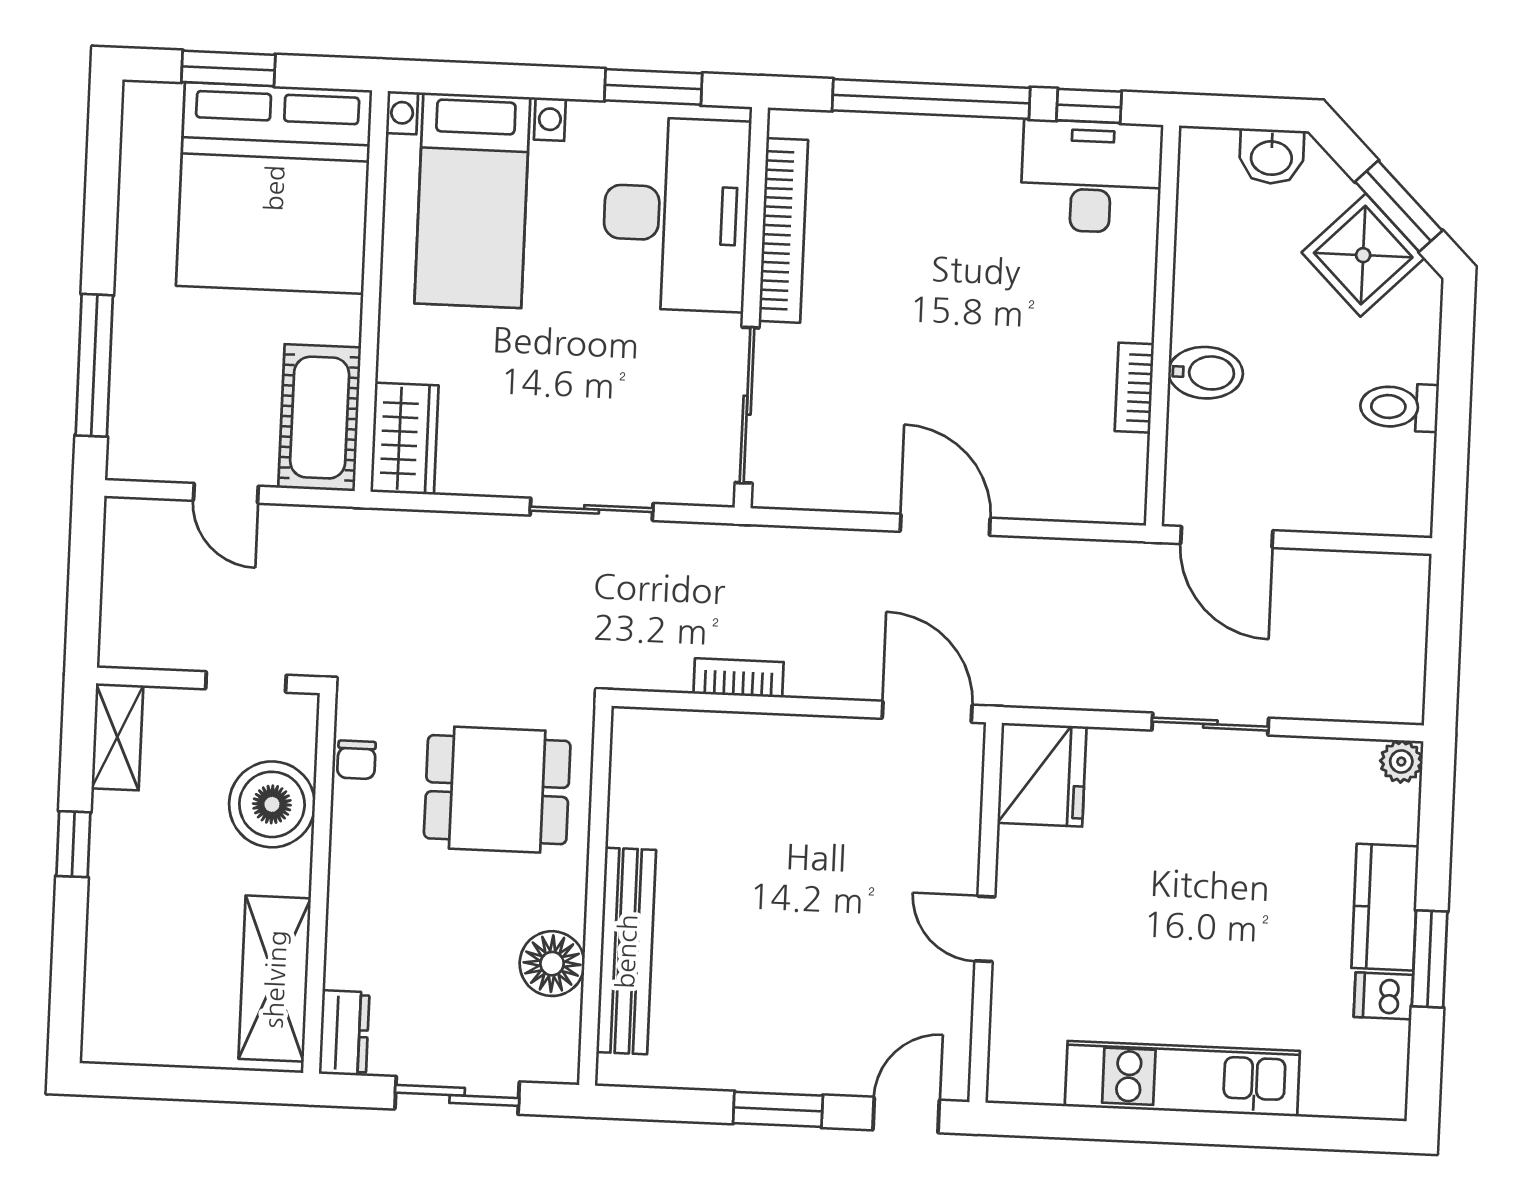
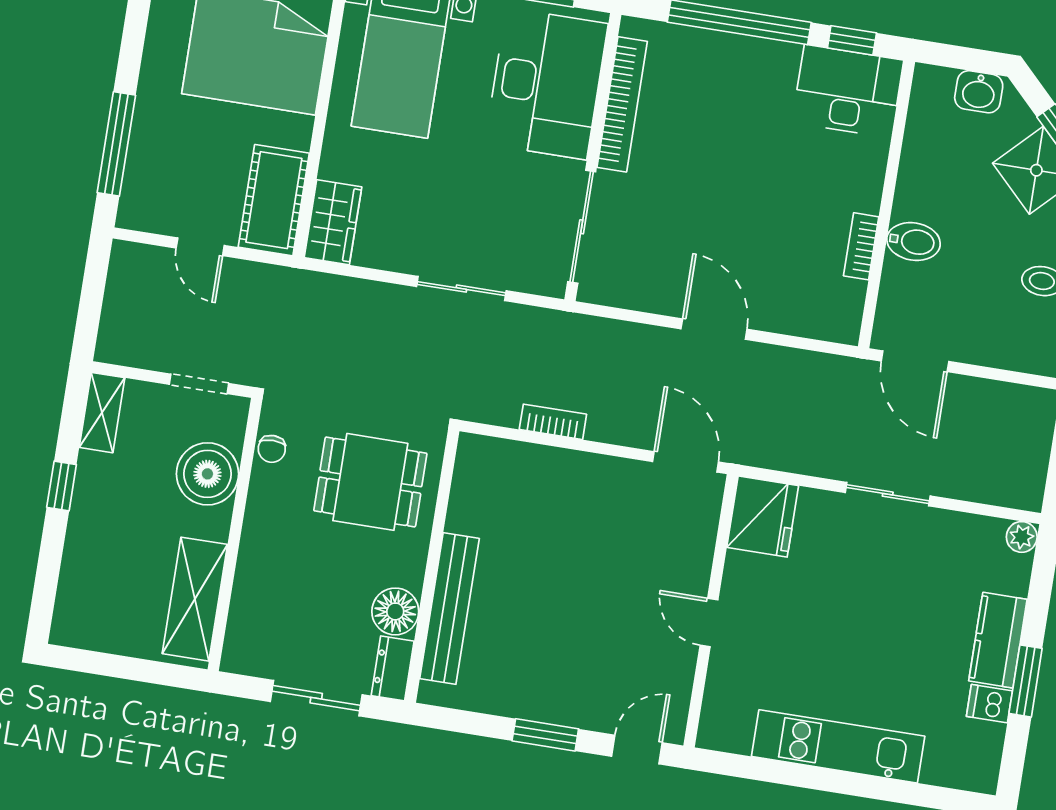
dresser: (344, 1033) -> (393, 668), moved, turned 180

